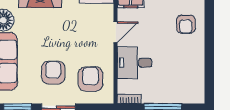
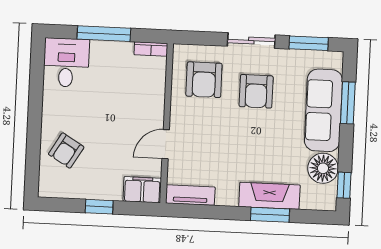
armchair: (186, 24) -> (66, 151), turned -149
desk: (135, 63) -> (66, 63), moved, turned -90

